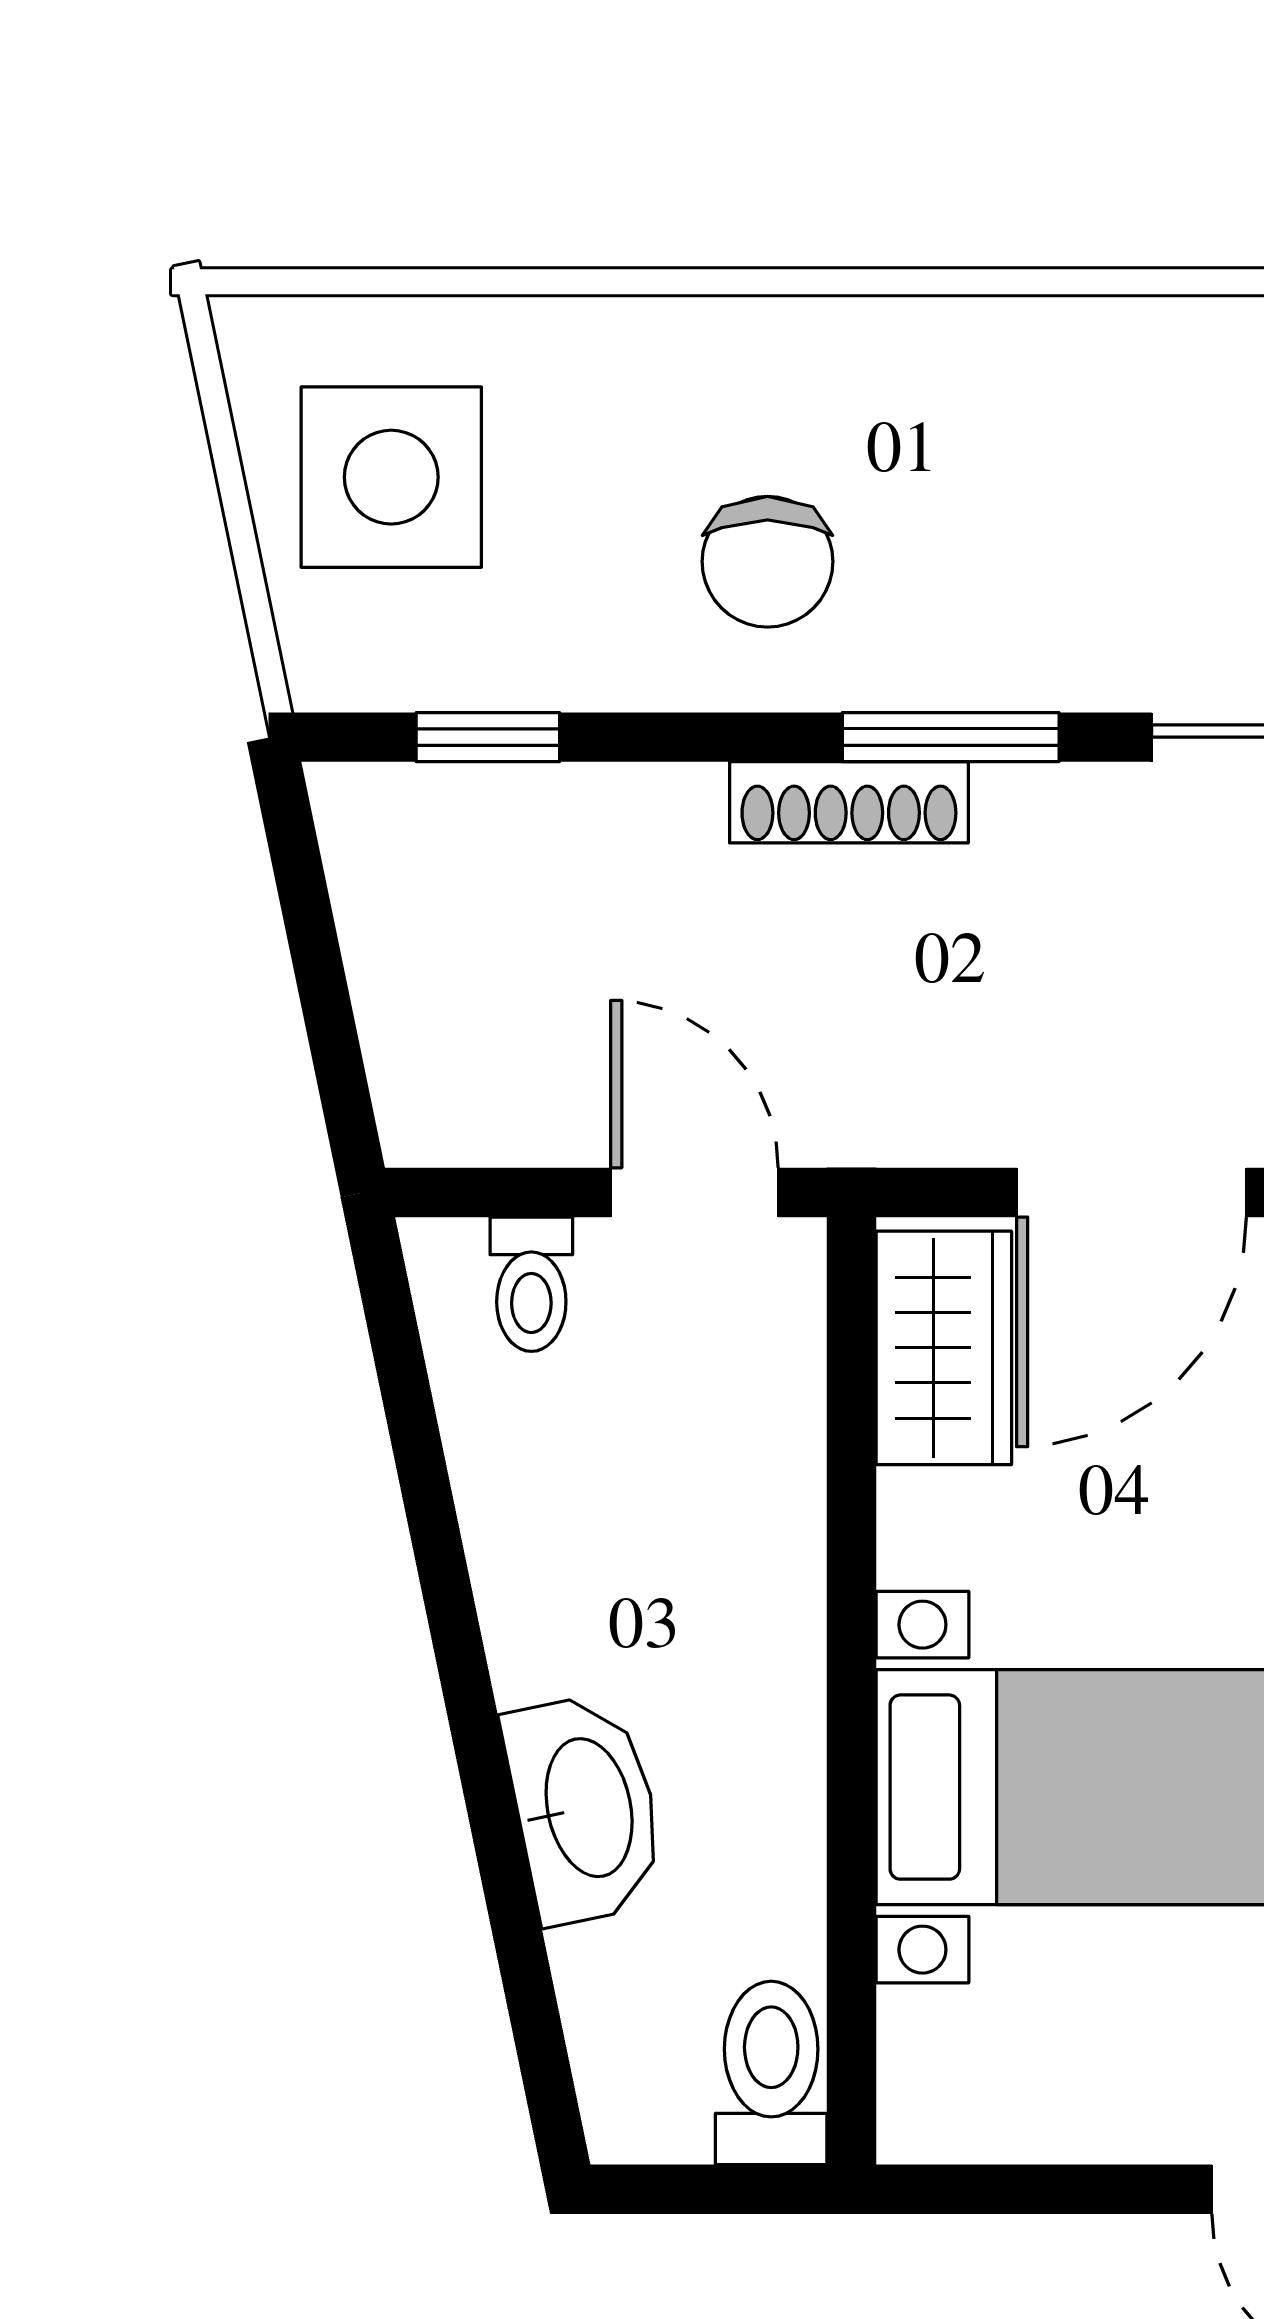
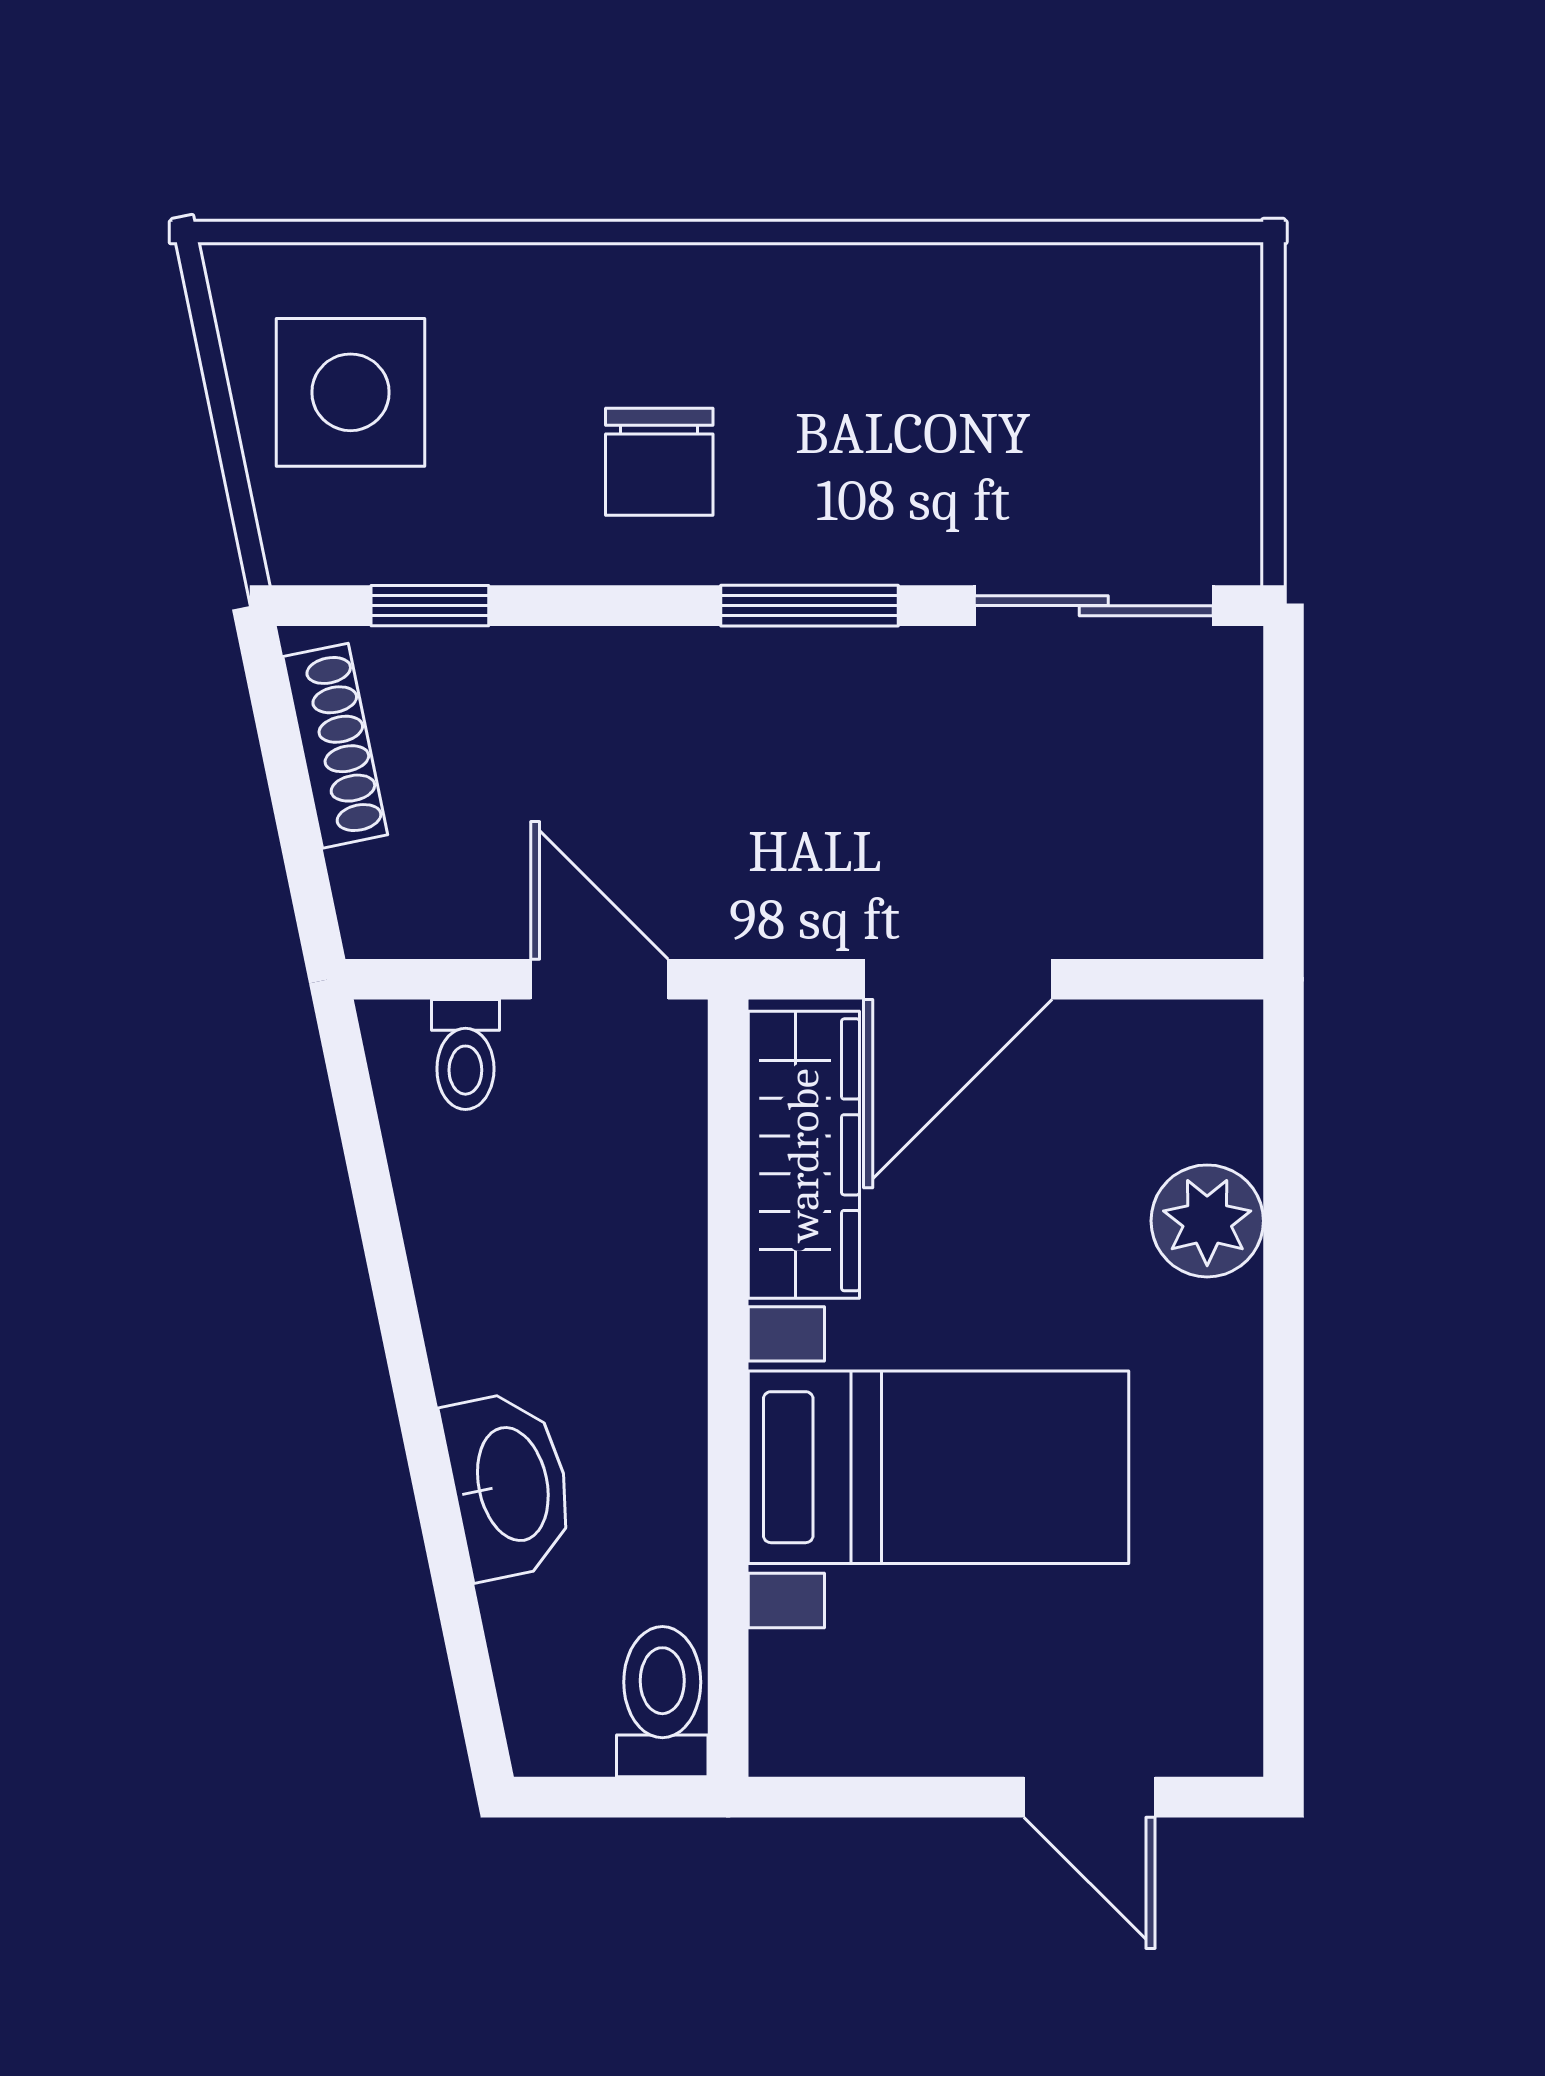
shoe rack: (849, 802) -> (335, 746), moved, turned -102
wardrobe: (944, 1348) -> (804, 1155), width x1.50

